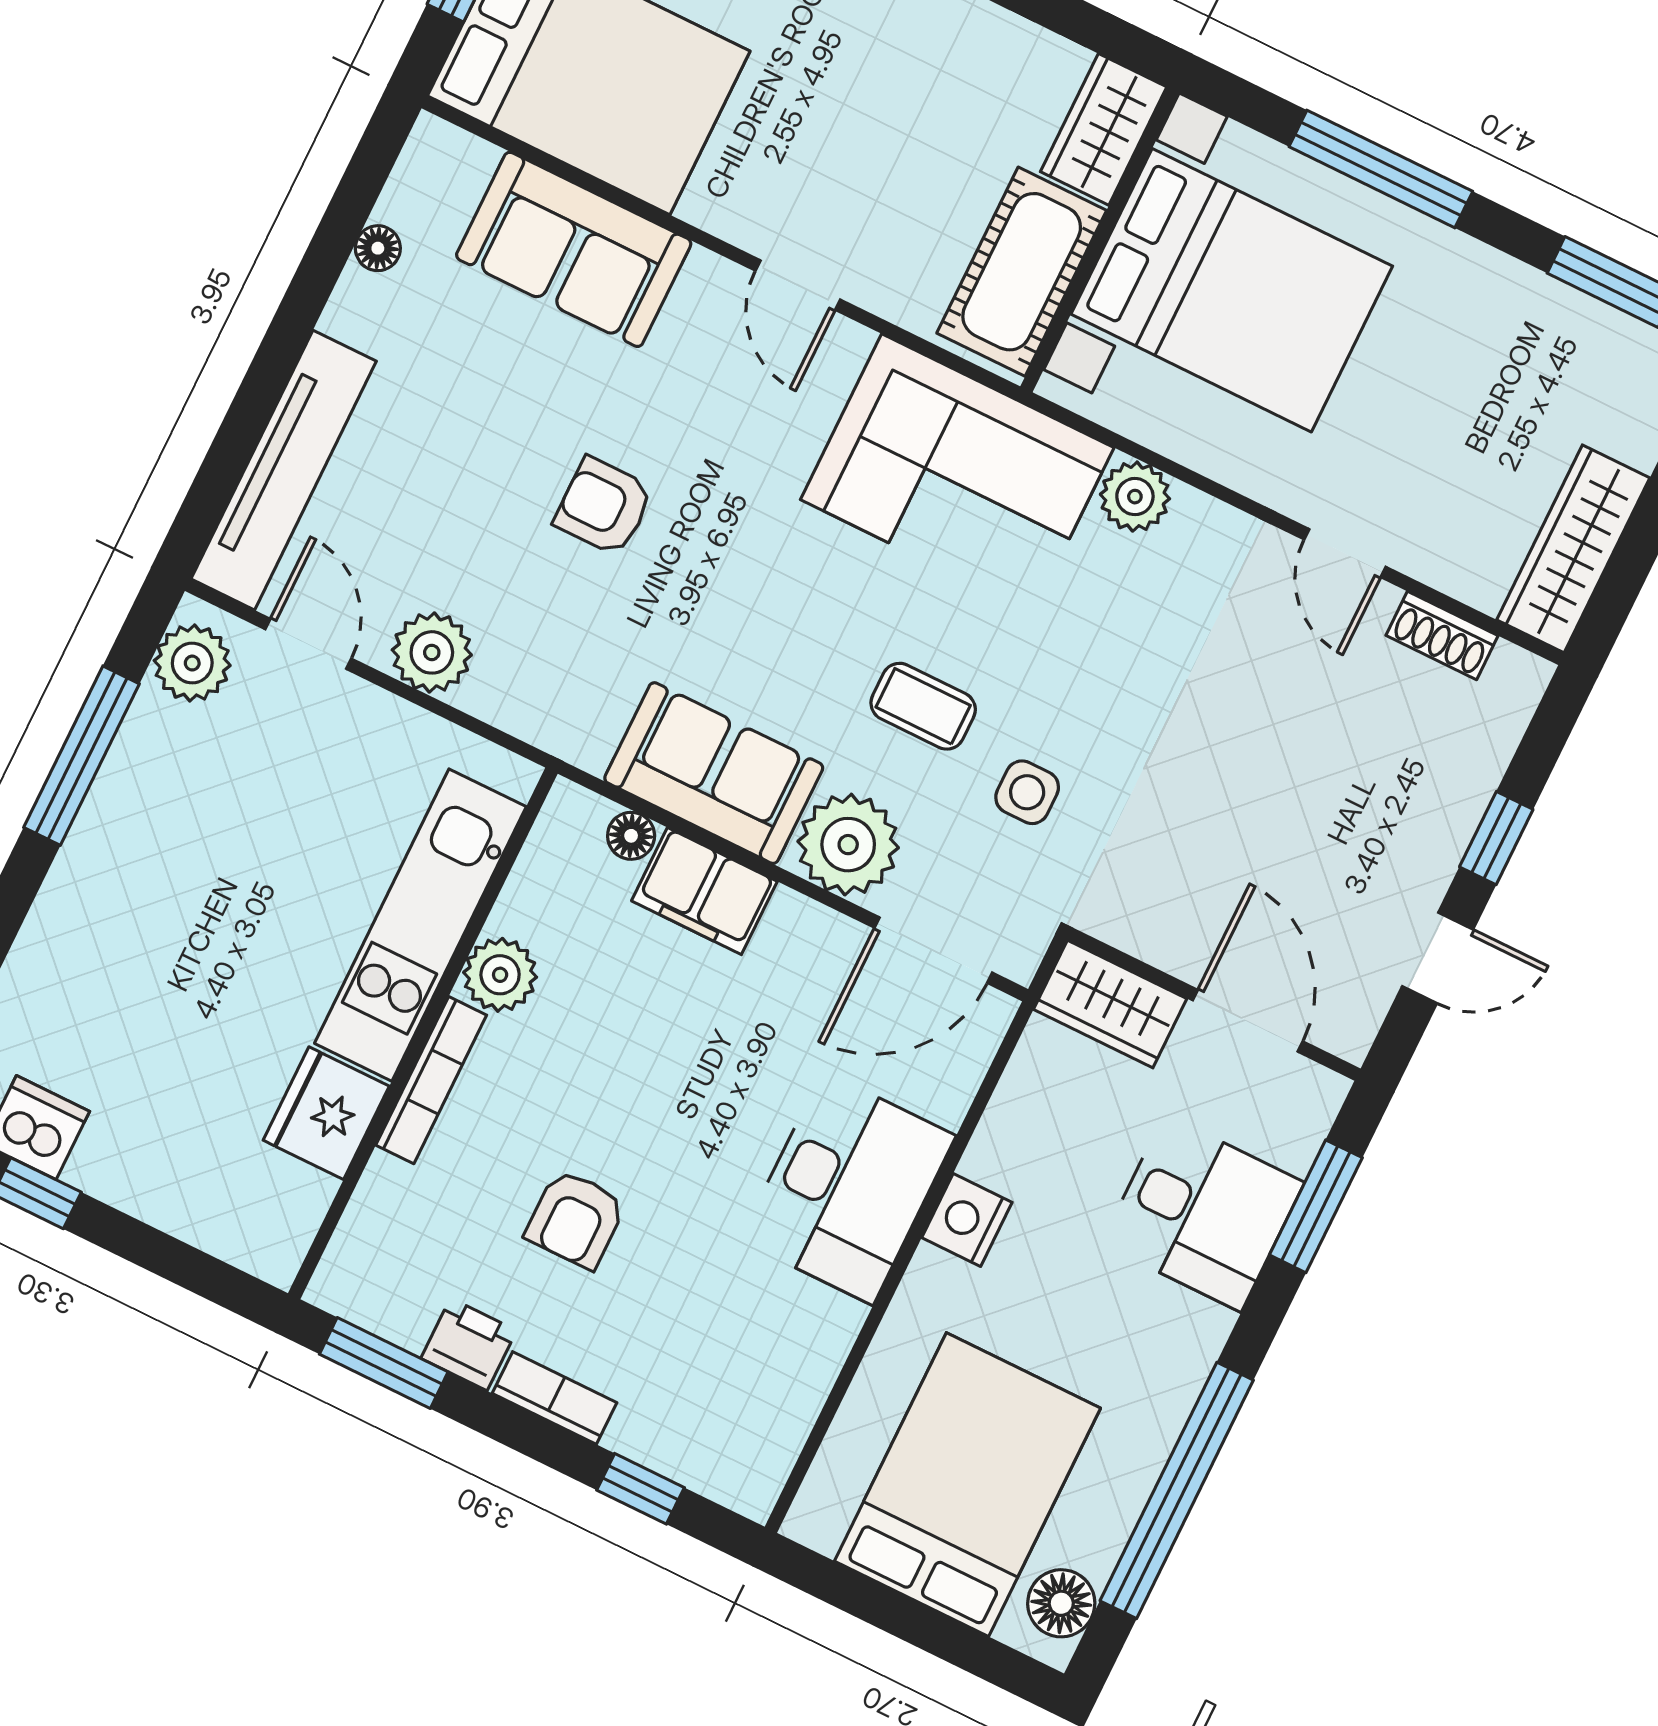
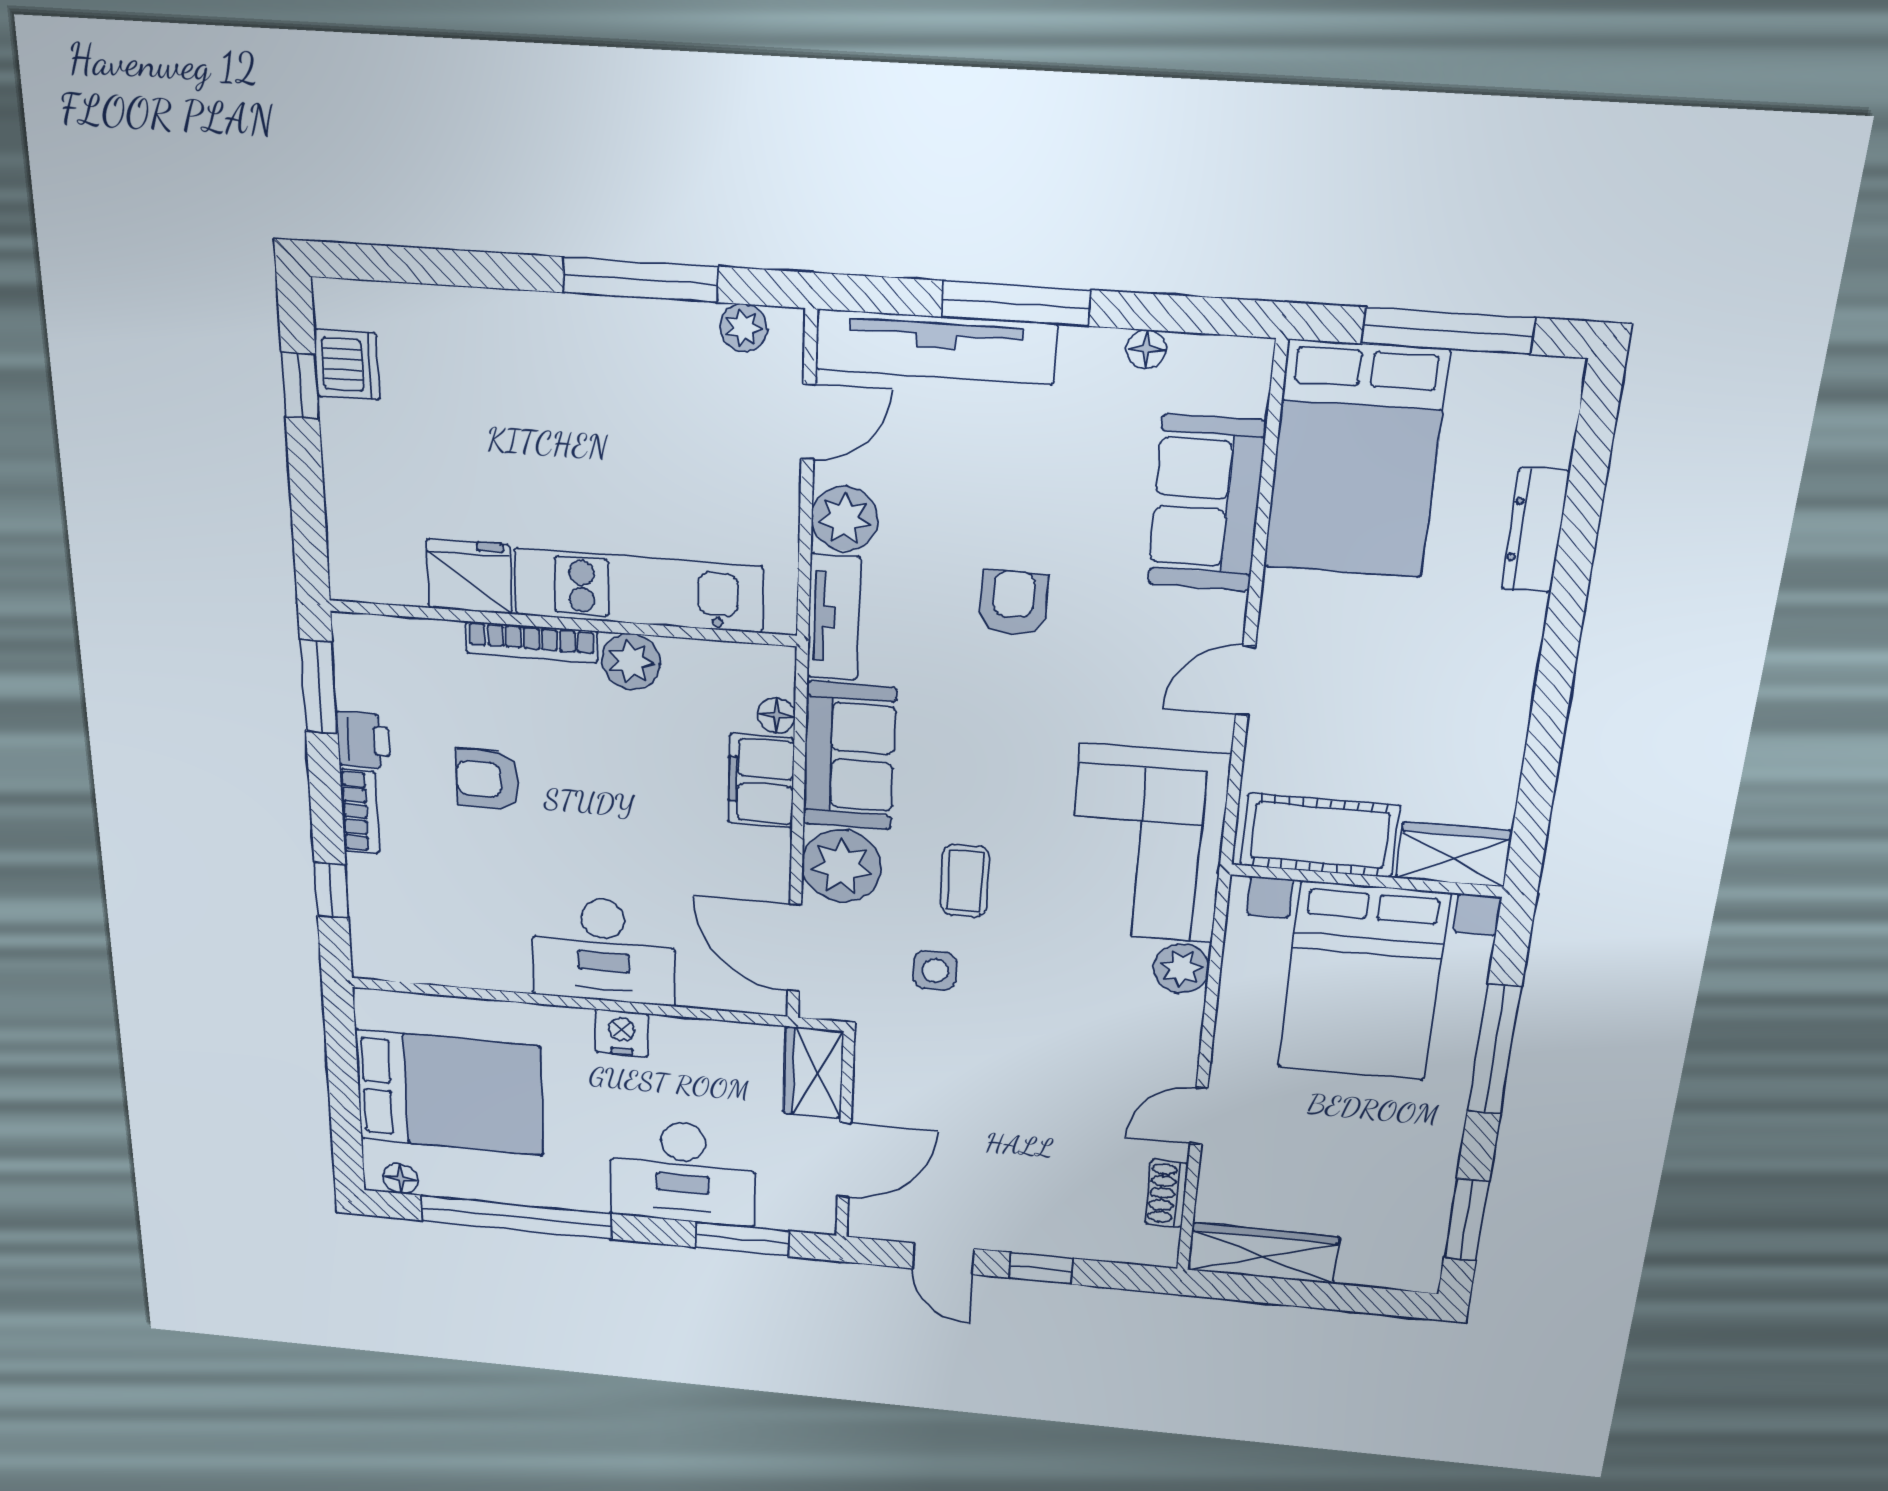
window: (273, 366) -> (1016, 303), added
plant: (192, 663) -> (743, 328), width x0.73, depth x0.73
tv unit: (540, 716) -> (834, 617), added
desk: (1203, 1213) -> (683, 1172), width x1.37
floor lamp: (1061, 1603) -> (401, 1179), width x0.73, depth x0.73

